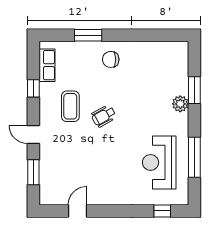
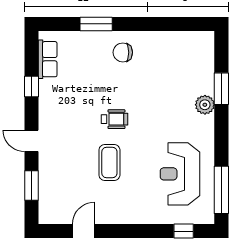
coffee table: (70, 106) -> (109, 163), moved
wheelchair: (104, 116) -> (114, 119), turned -151
window: (194, 157) -> (221, 190), moved

